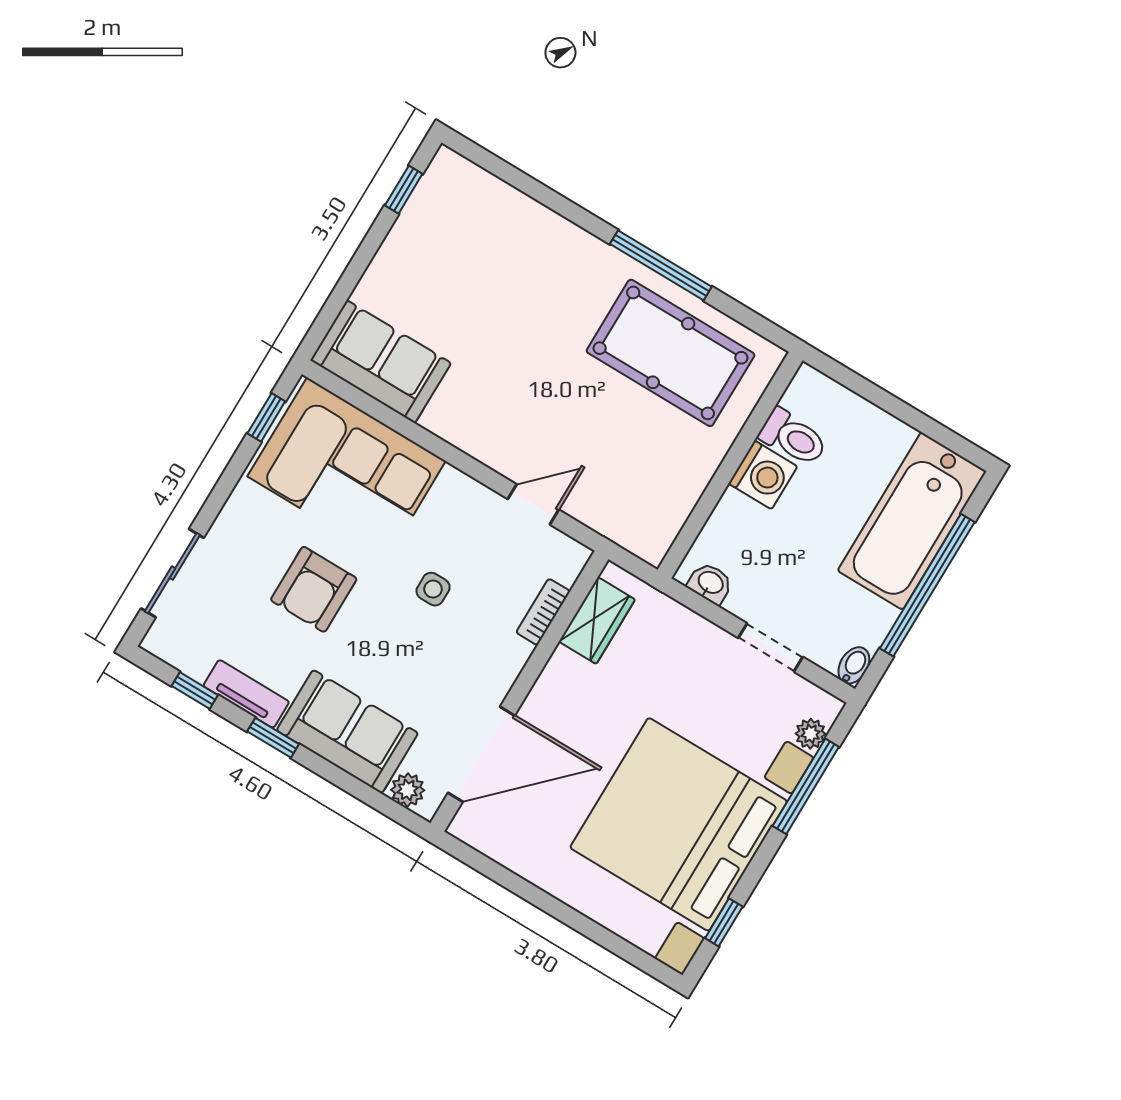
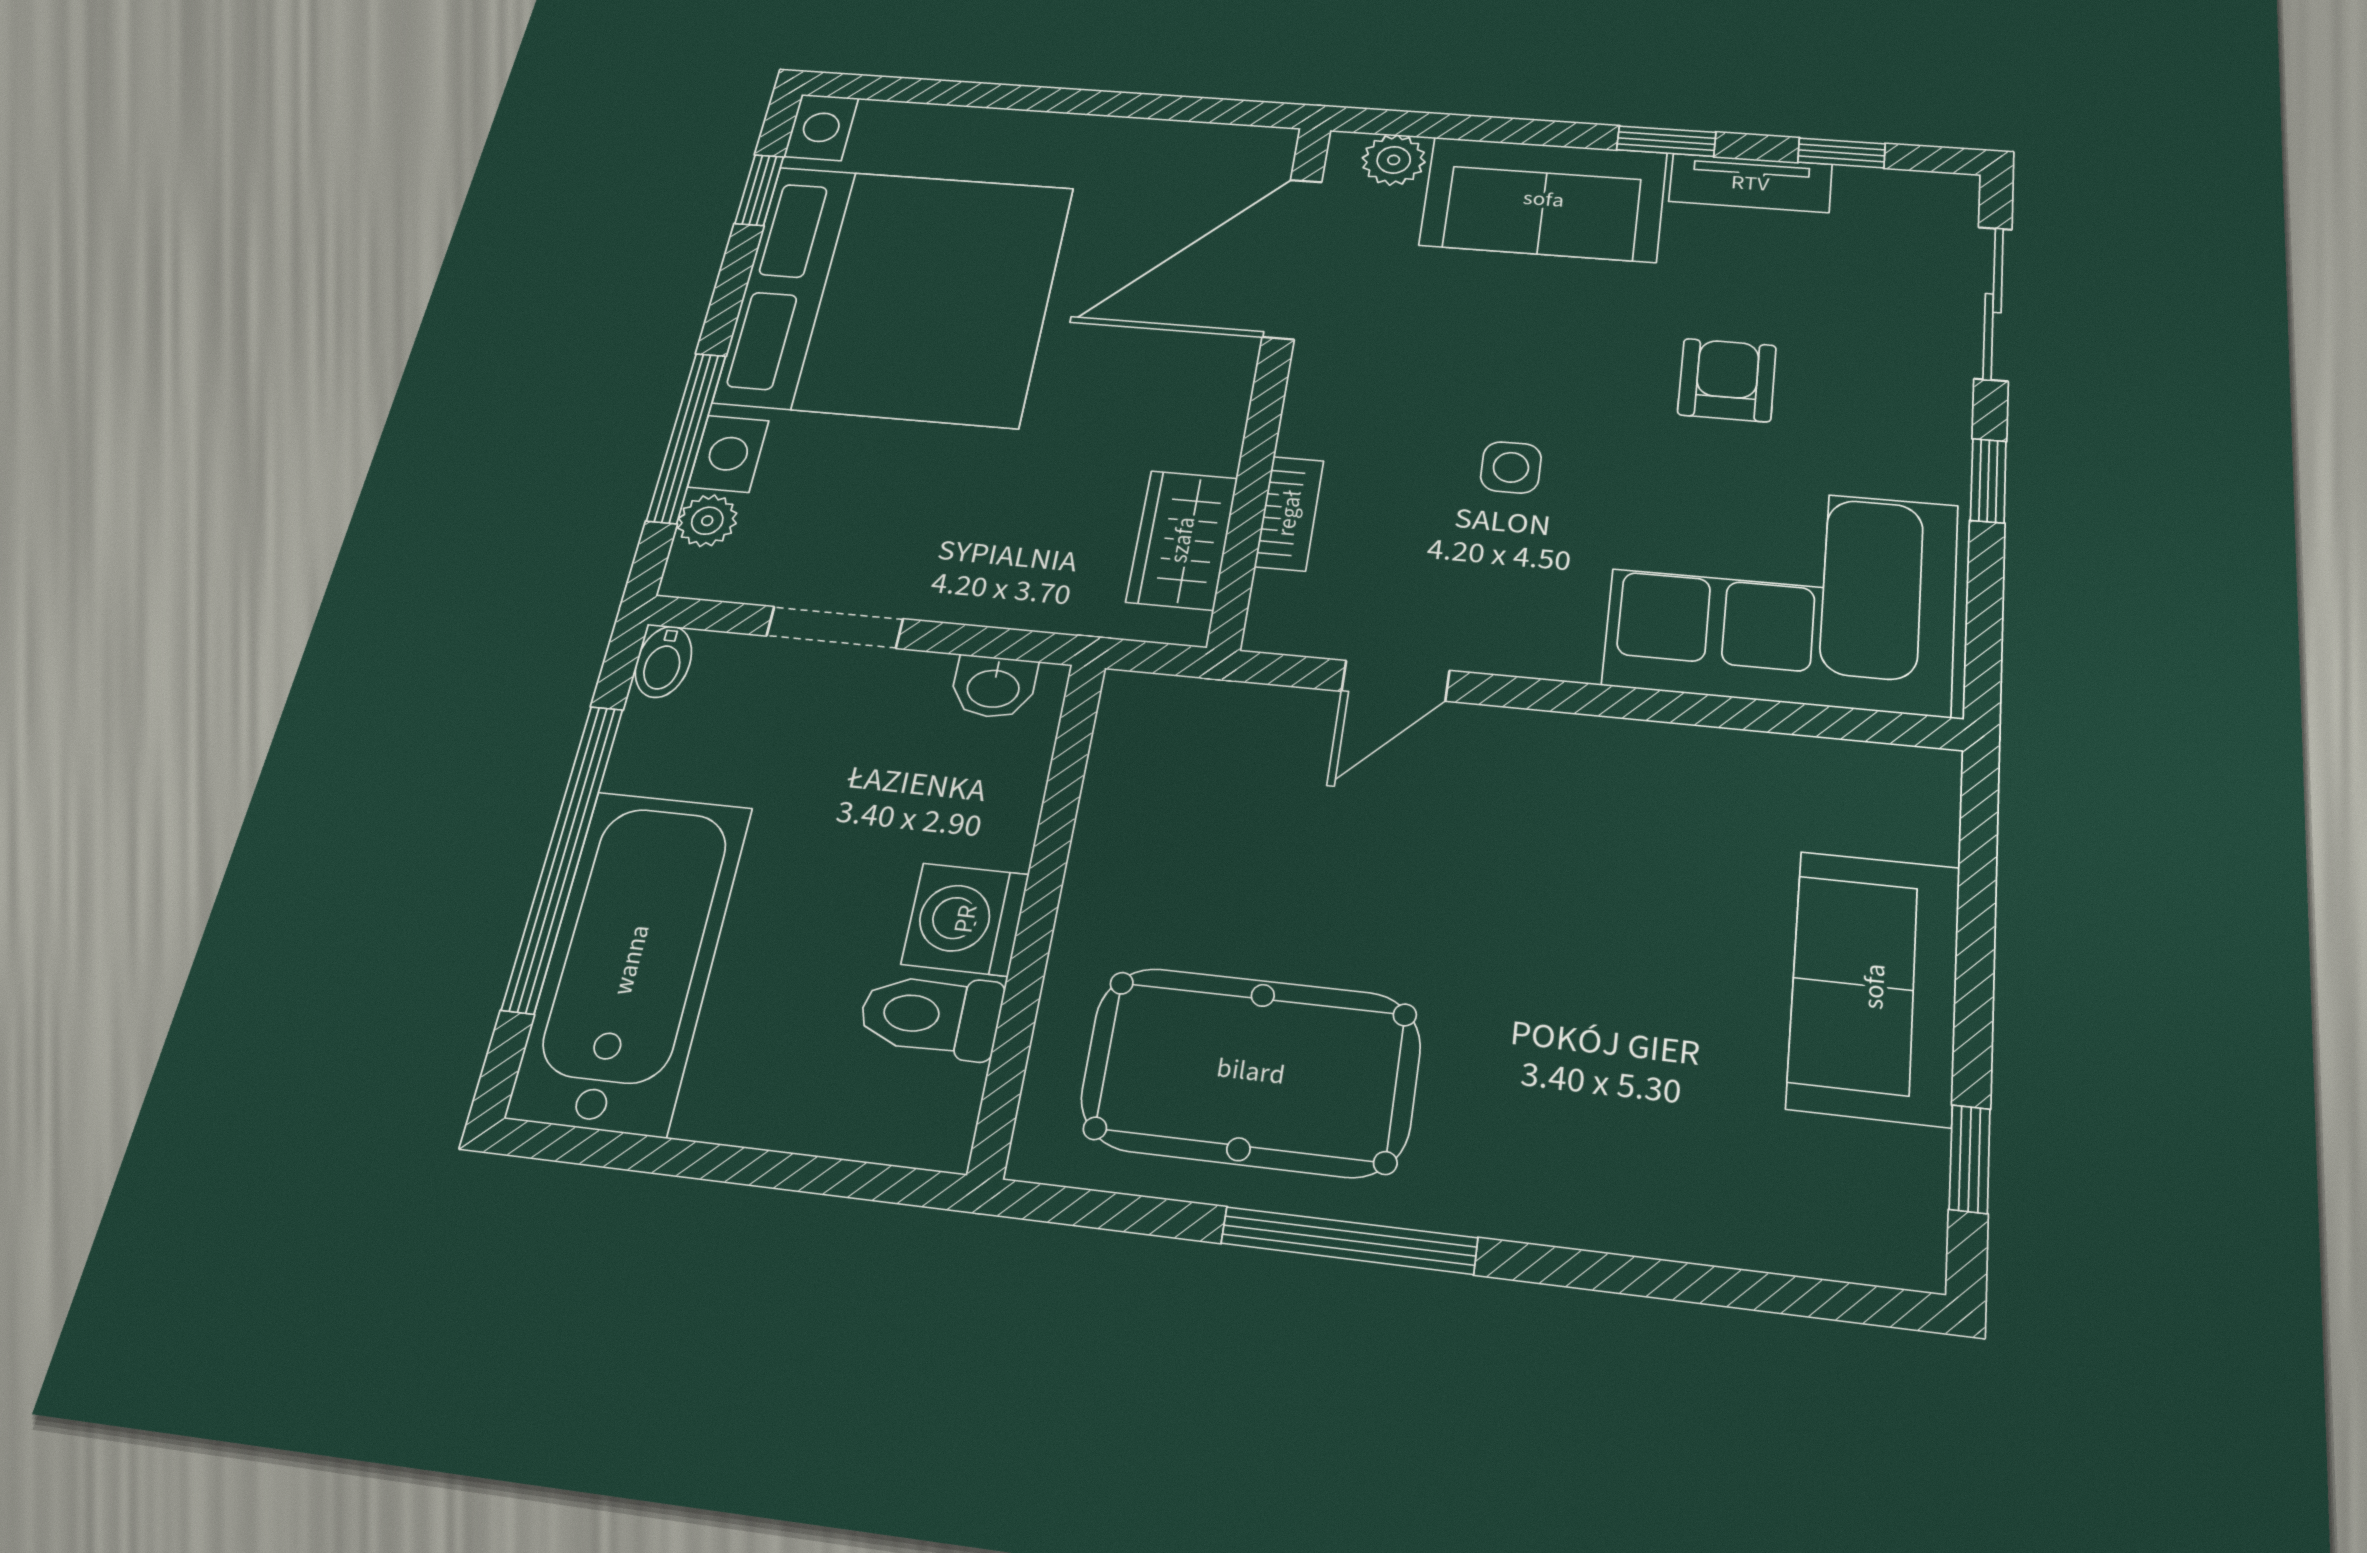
sofa: (381, 362) -> (1874, 986), moved, turned 90
window: (266, 417) -> (1988, 481), moved
armchair: (314, 589) -> (1727, 380), width x0.72, depth x0.72

